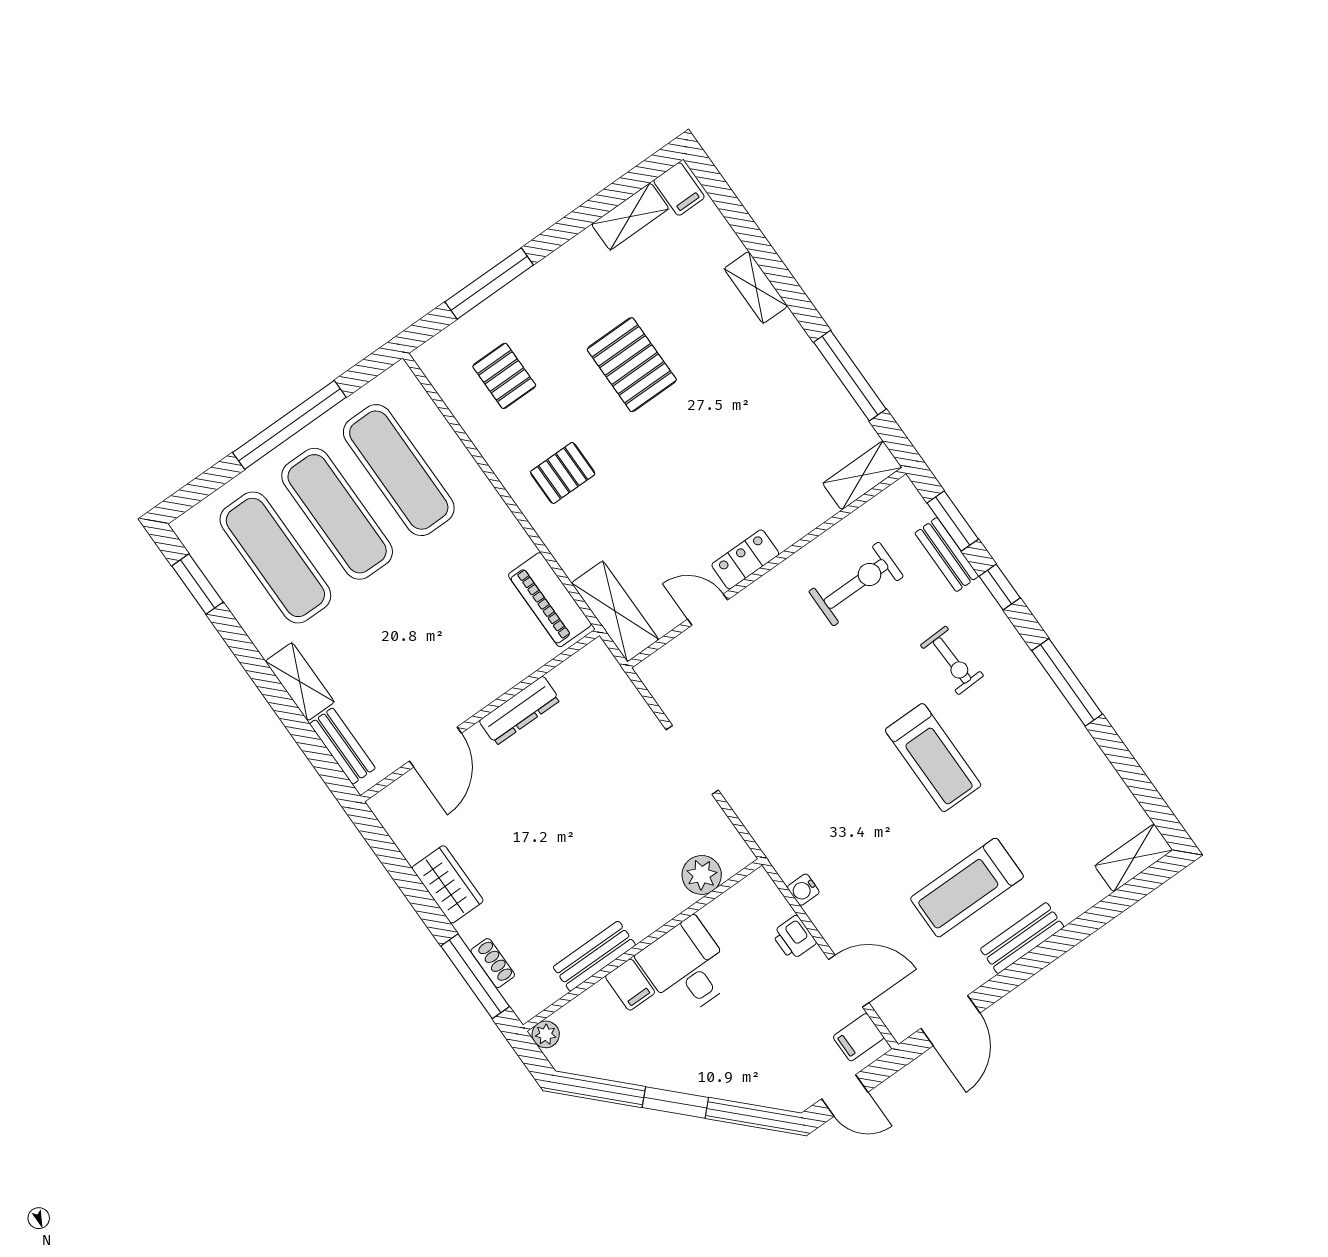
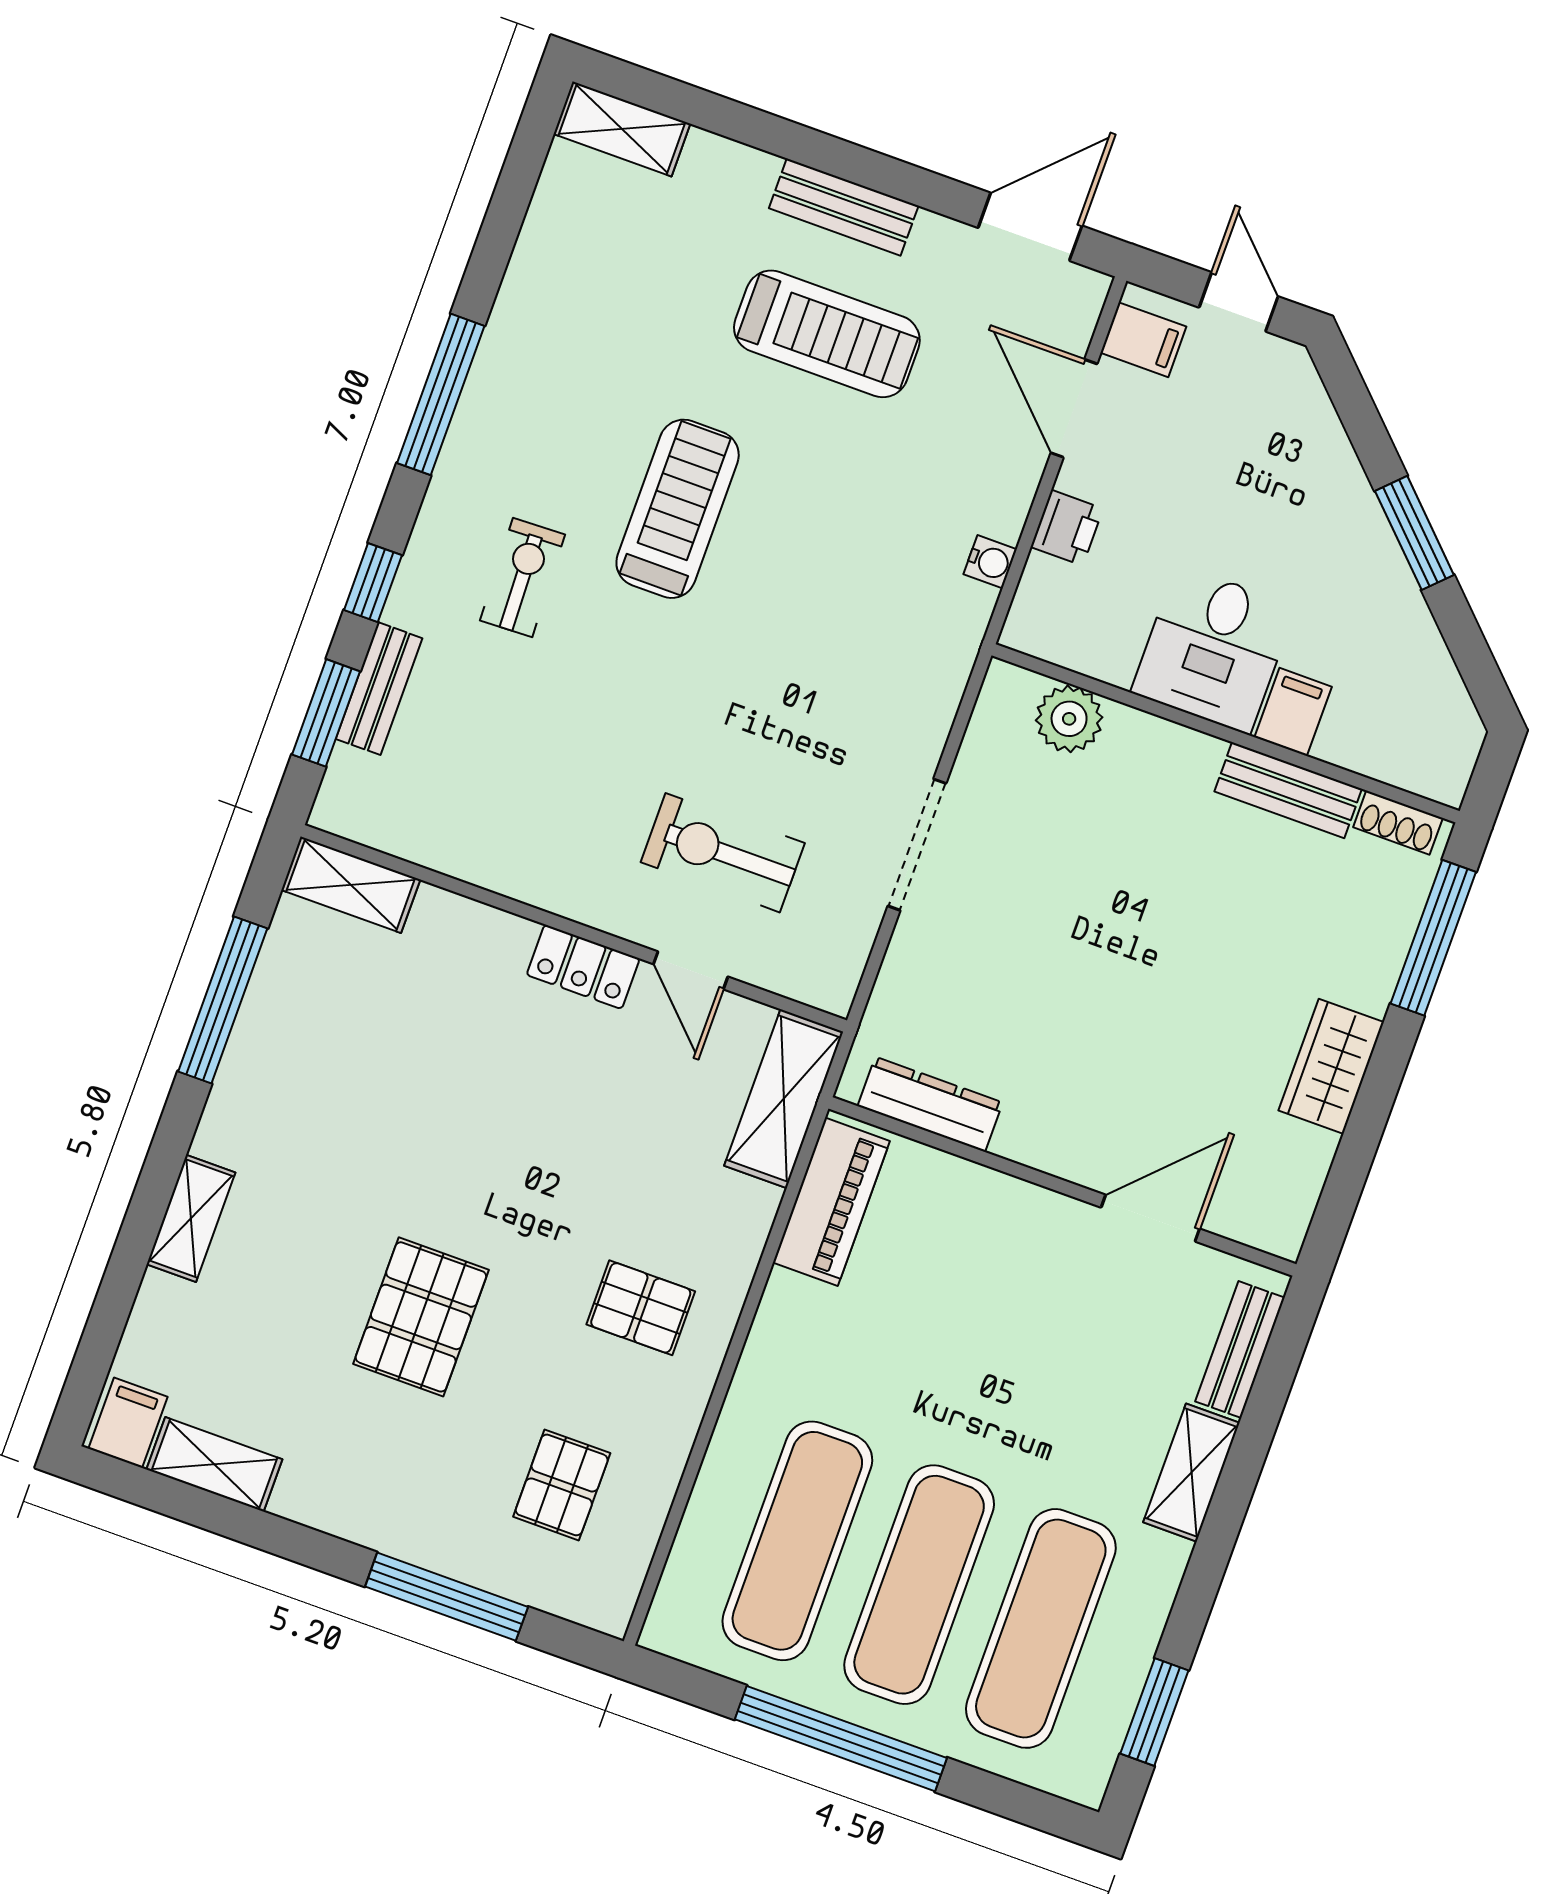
exercise bike: (856, 584) -> (723, 853), moved
dresser: (520, 711) -> (930, 1104), moved
shoe rack: (493, 963) -> (1398, 823), moved, turned -90
plant: (546, 1034) -> (1446, 782), removed

